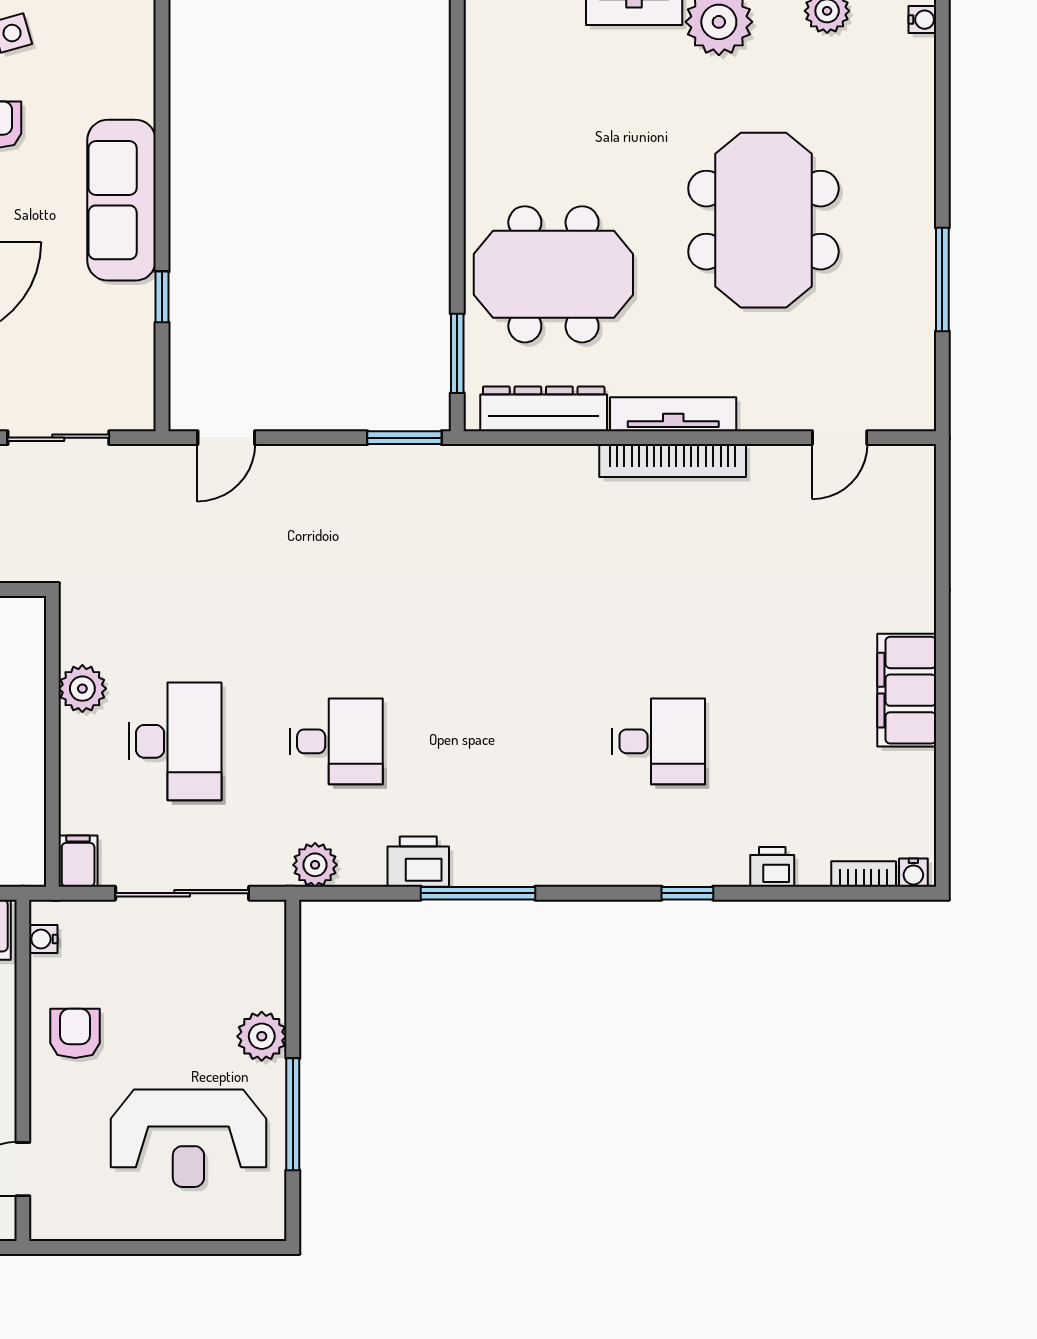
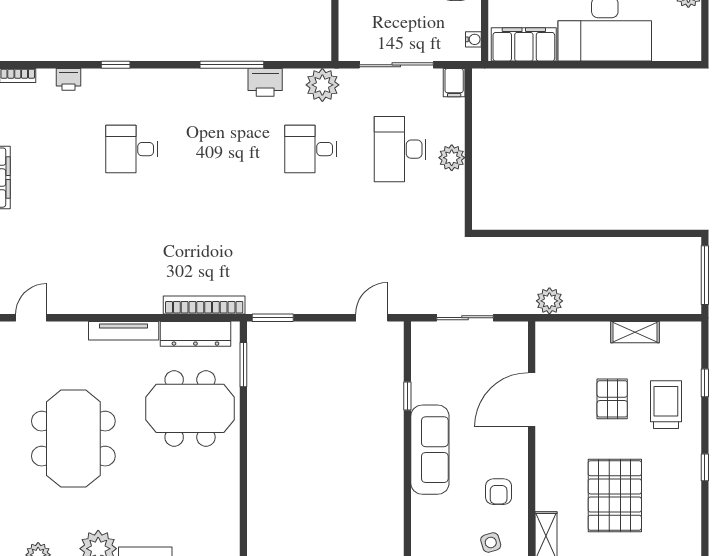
bookcase: (673, 461) -> (204, 305), moved
plant: (82, 689) -> (452, 158), moved
plant: (315, 865) -> (322, 85), width x1.36, depth x1.36

